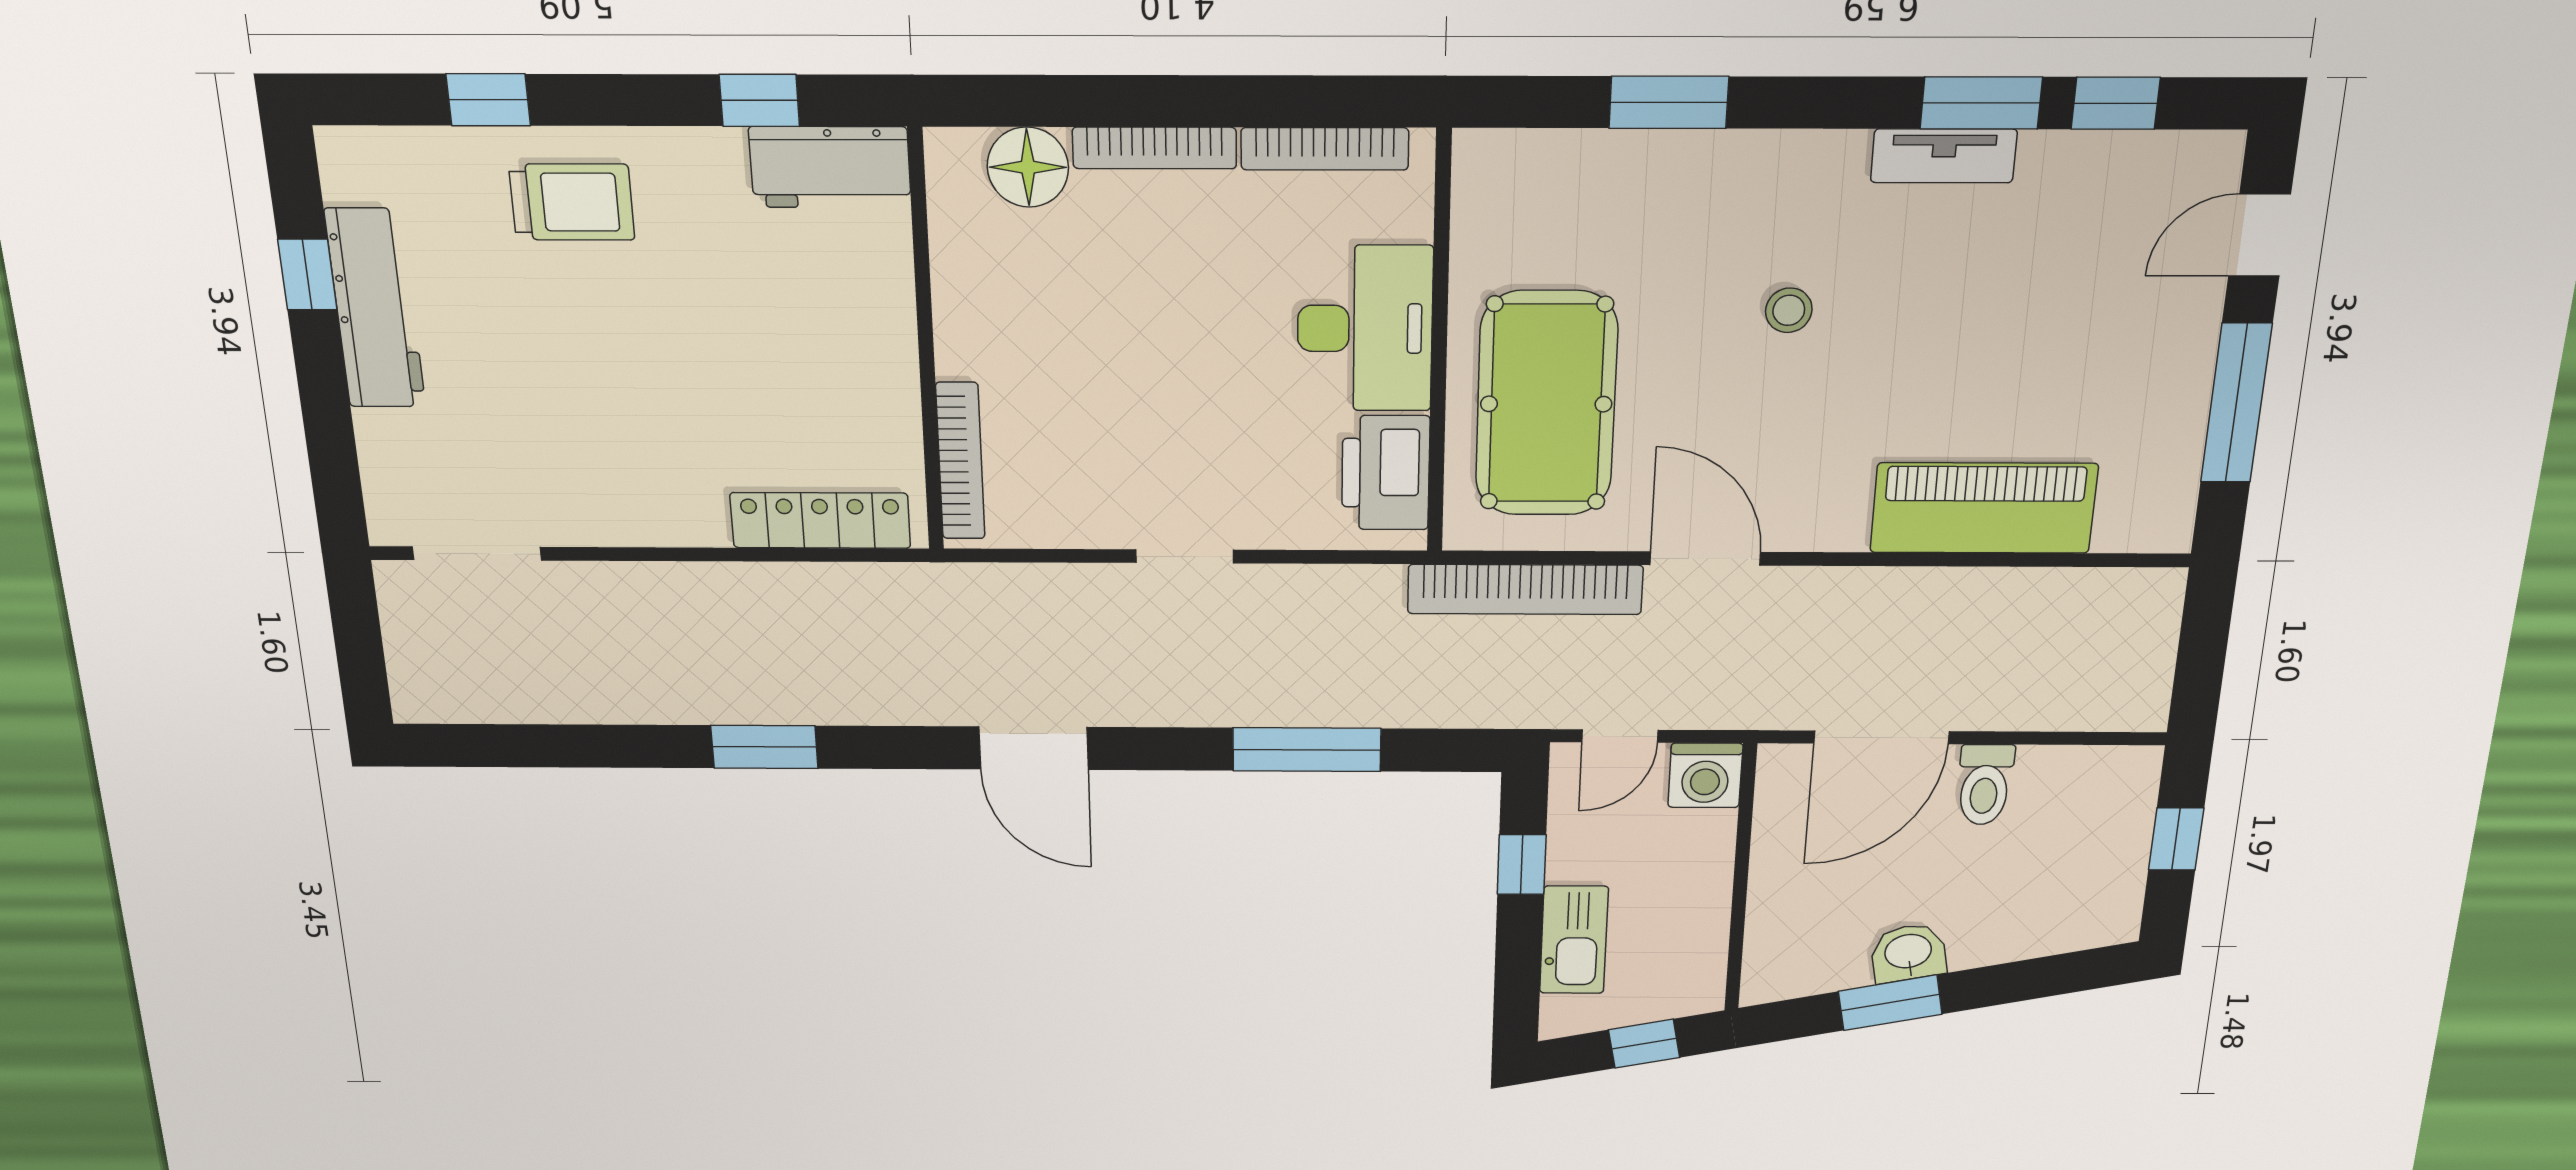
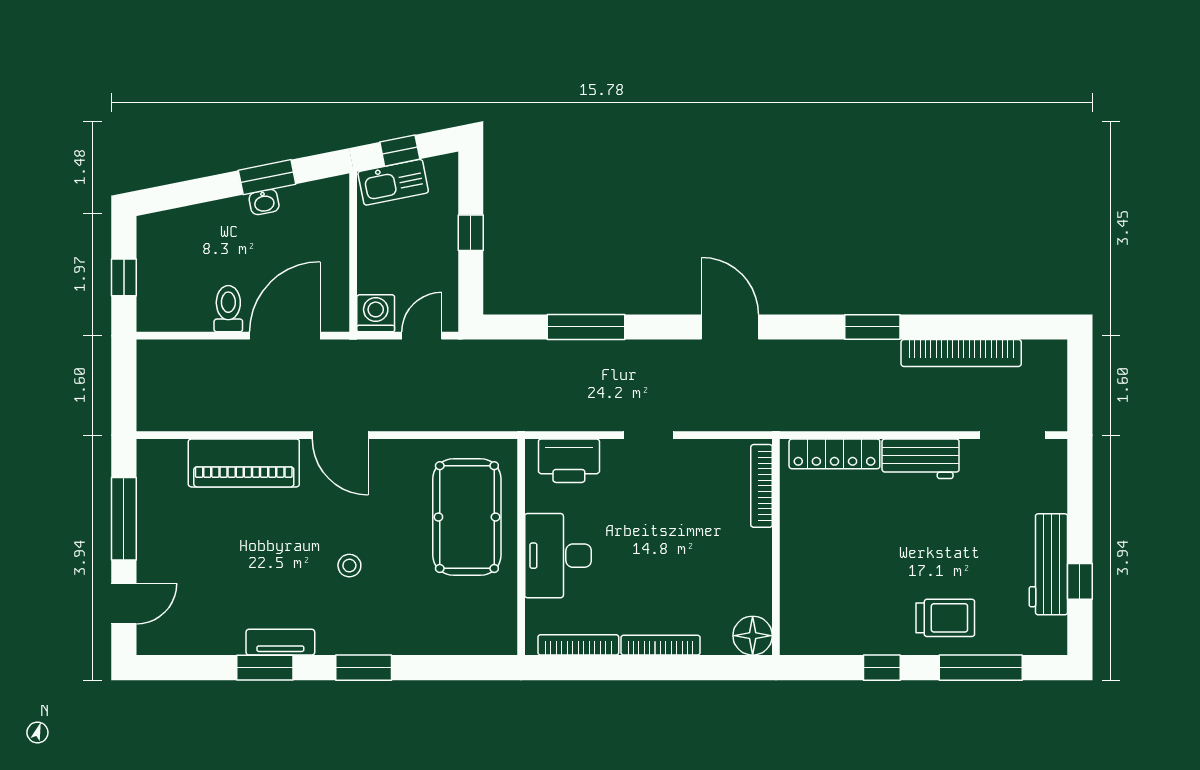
window: (488, 100) -> (981, 668), width x2.17
window: (759, 100) -> (882, 668), moved
window: (1669, 102) -> (364, 668), moved
window: (2116, 103) -> (201, 668), removed
workbench: (830, 167) -> (921, 459), moved, turned 180
floor lamp: (1028, 167) -> (753, 636), moved
trolley: (572, 202) -> (945, 618), turned 180
printer: (1386, 473) -> (569, 461), moved, turned 90
door: (1705, 558) -> (340, 435), moved
bookcase: (1525, 589) -> (961, 353), moved, turned 180
window: (1522, 865) -> (471, 233), moved
kitchen sink: (1574, 940) -> (393, 182), moved, turned -101
washbasin: (1908, 953) -> (264, 202), width x0.72, depth x0.69

